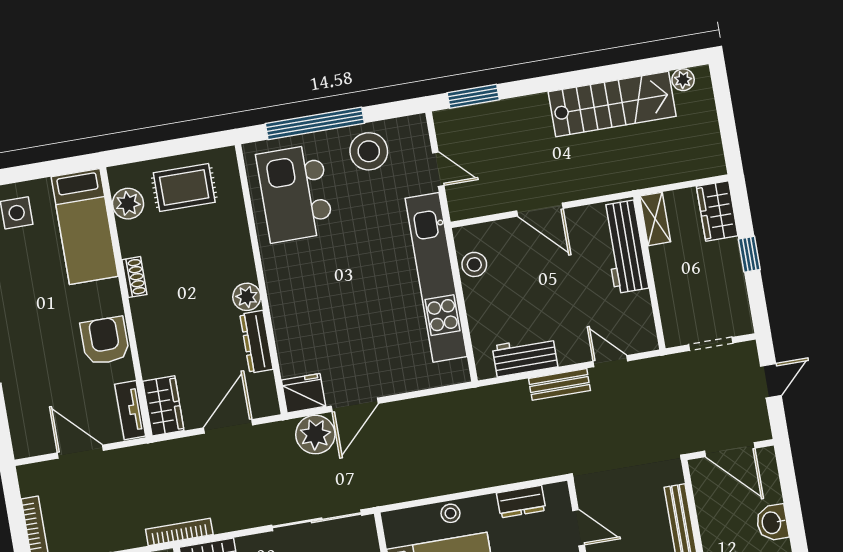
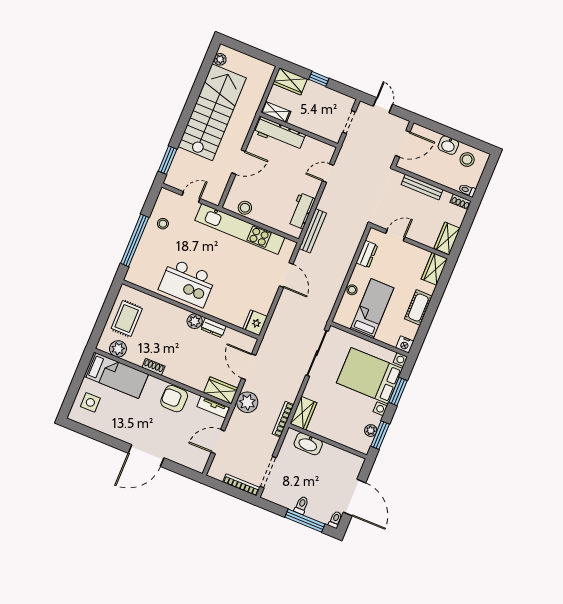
stairs: (612, 104) -> (212, 112), width x1.36, depth x1.51
stool: (369, 151) -> (163, 224), width x0.53, depth x0.53
kitchen island: (295, 193) -> (187, 283), moved
dresser: (256, 342) -> (213, 328), width x0.70
bench: (559, 384) -> (313, 231), moved, width x1.36
door: (355, 405) -> (286, 275), moved
plant: (315, 434) -> (247, 402), moved

